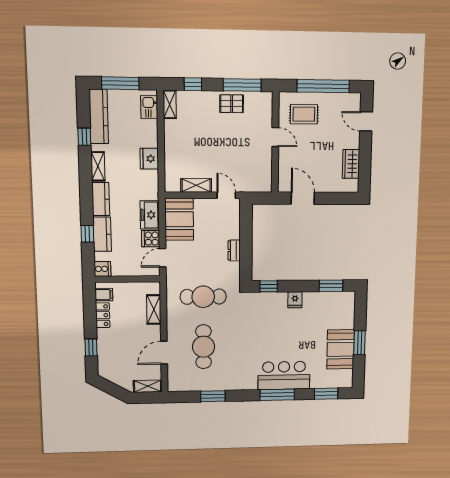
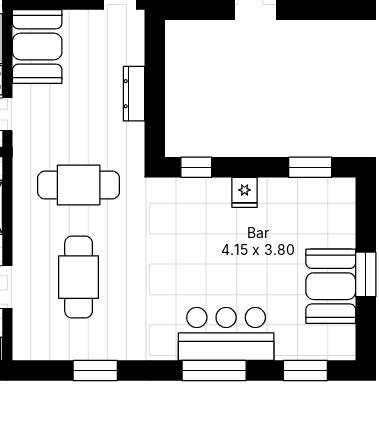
dresser: (234, 250) -> (134, 94), width x1.44

